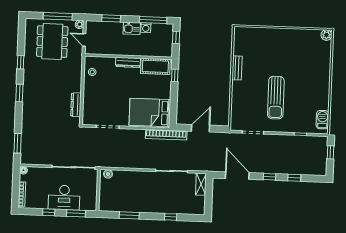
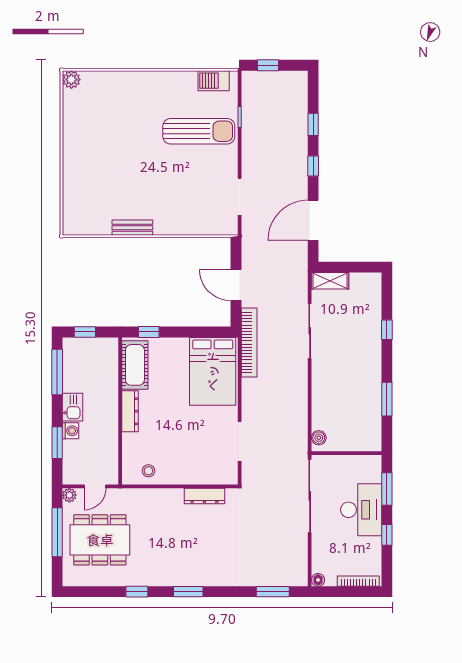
washing machine: (146, 28) -> (70, 431), moved
sun lounger: (276, 98) -> (199, 131), moved

